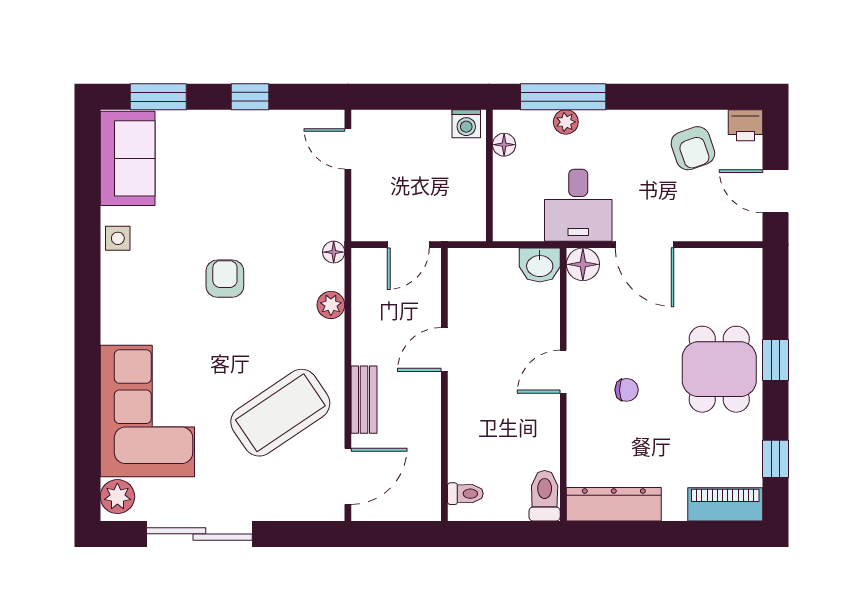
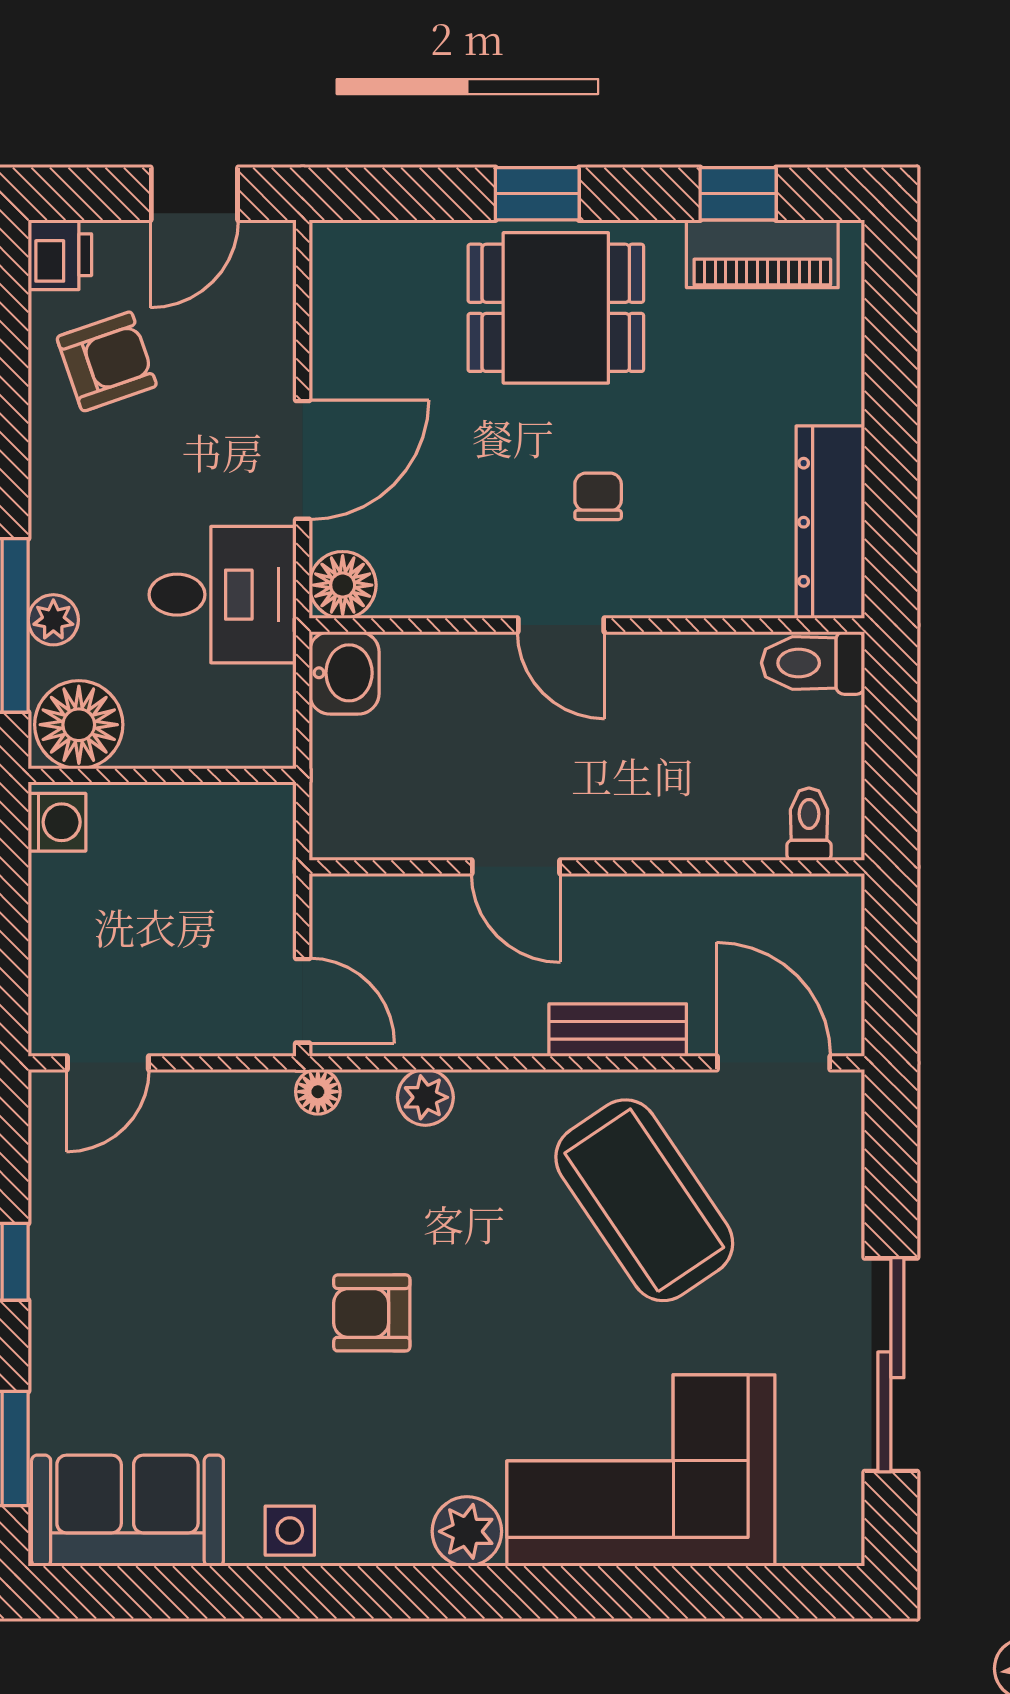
floor lamp: (504, 145) -> (79, 725), width x1.89, depth x1.89
door: (408, 245) -> (303, 1001), moved
plant: (117, 497) -> (467, 1531), moved
piano: (725, 504) -> (762, 254), moved, turned -90

